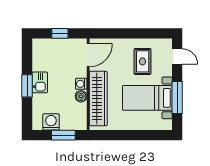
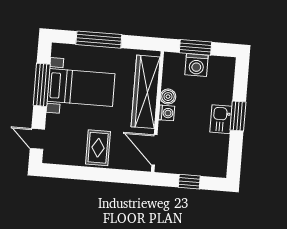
door: (88, 55) -> (154, 150), hinge flipped
rug: (143, 61) -> (98, 148), moved
washing machine: (51, 122) -> (196, 65), moved
window: (137, 135) -> (99, 40), added

